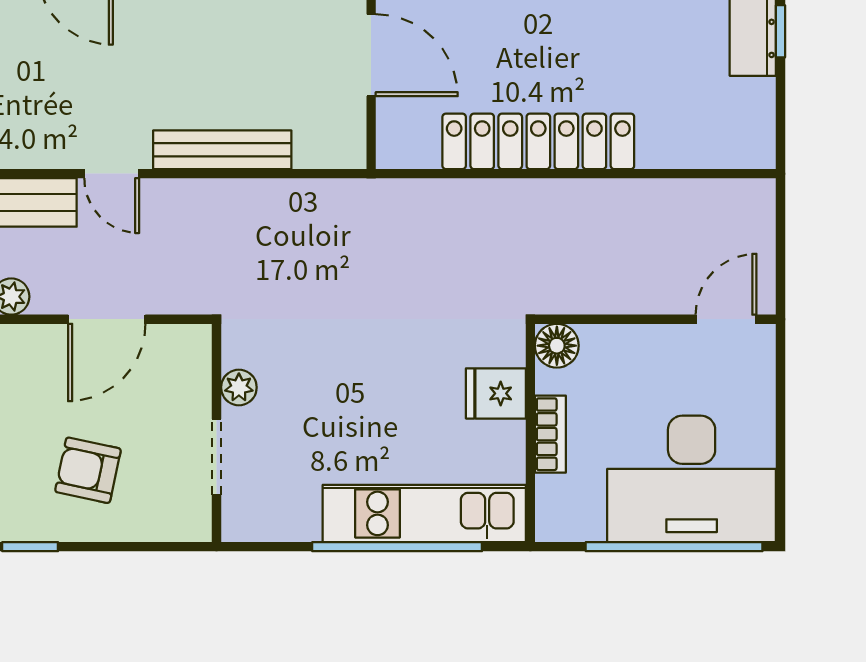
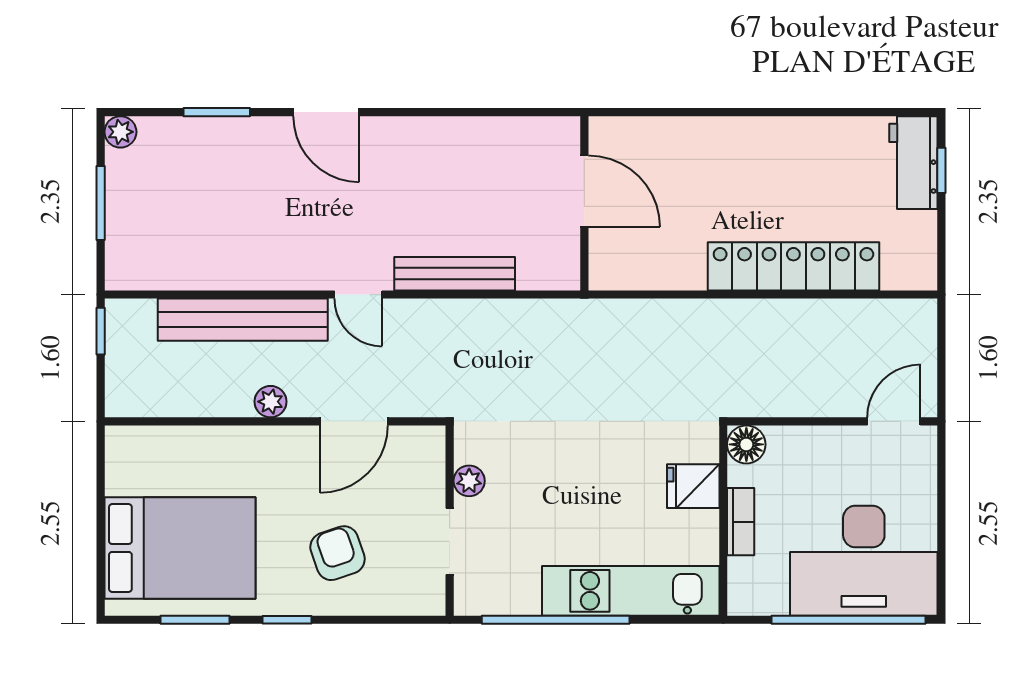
locker: (538, 141) -> (793, 266), moved
armchair: (88, 470) -> (338, 553), turned 59
window: (397, 547) -> (556, 620), moved

